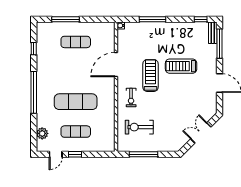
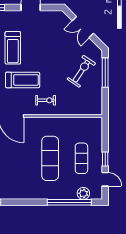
treadmill: (151, 75) -> (23, 80), turned 180
window: (34, 92) -> (69, 202), moved
exercise bike: (139, 127) -> (81, 71), moved, turned -146
window: (143, 154) -> (105, 73), moved

